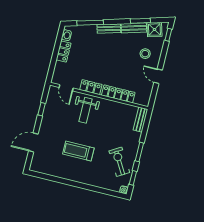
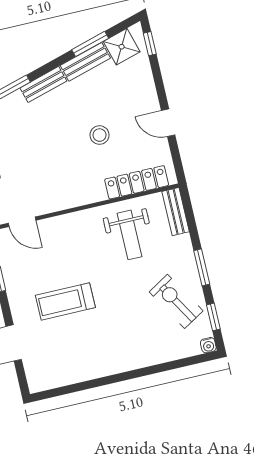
stool: (145, 54) -> (100, 135), moved
locker: (91, 87) -> (63, 199), removed
locker: (118, 94) -> (137, 182), moved
weight bench: (85, 110) -> (129, 235), moved
treadmill: (78, 151) -> (65, 301), moved

